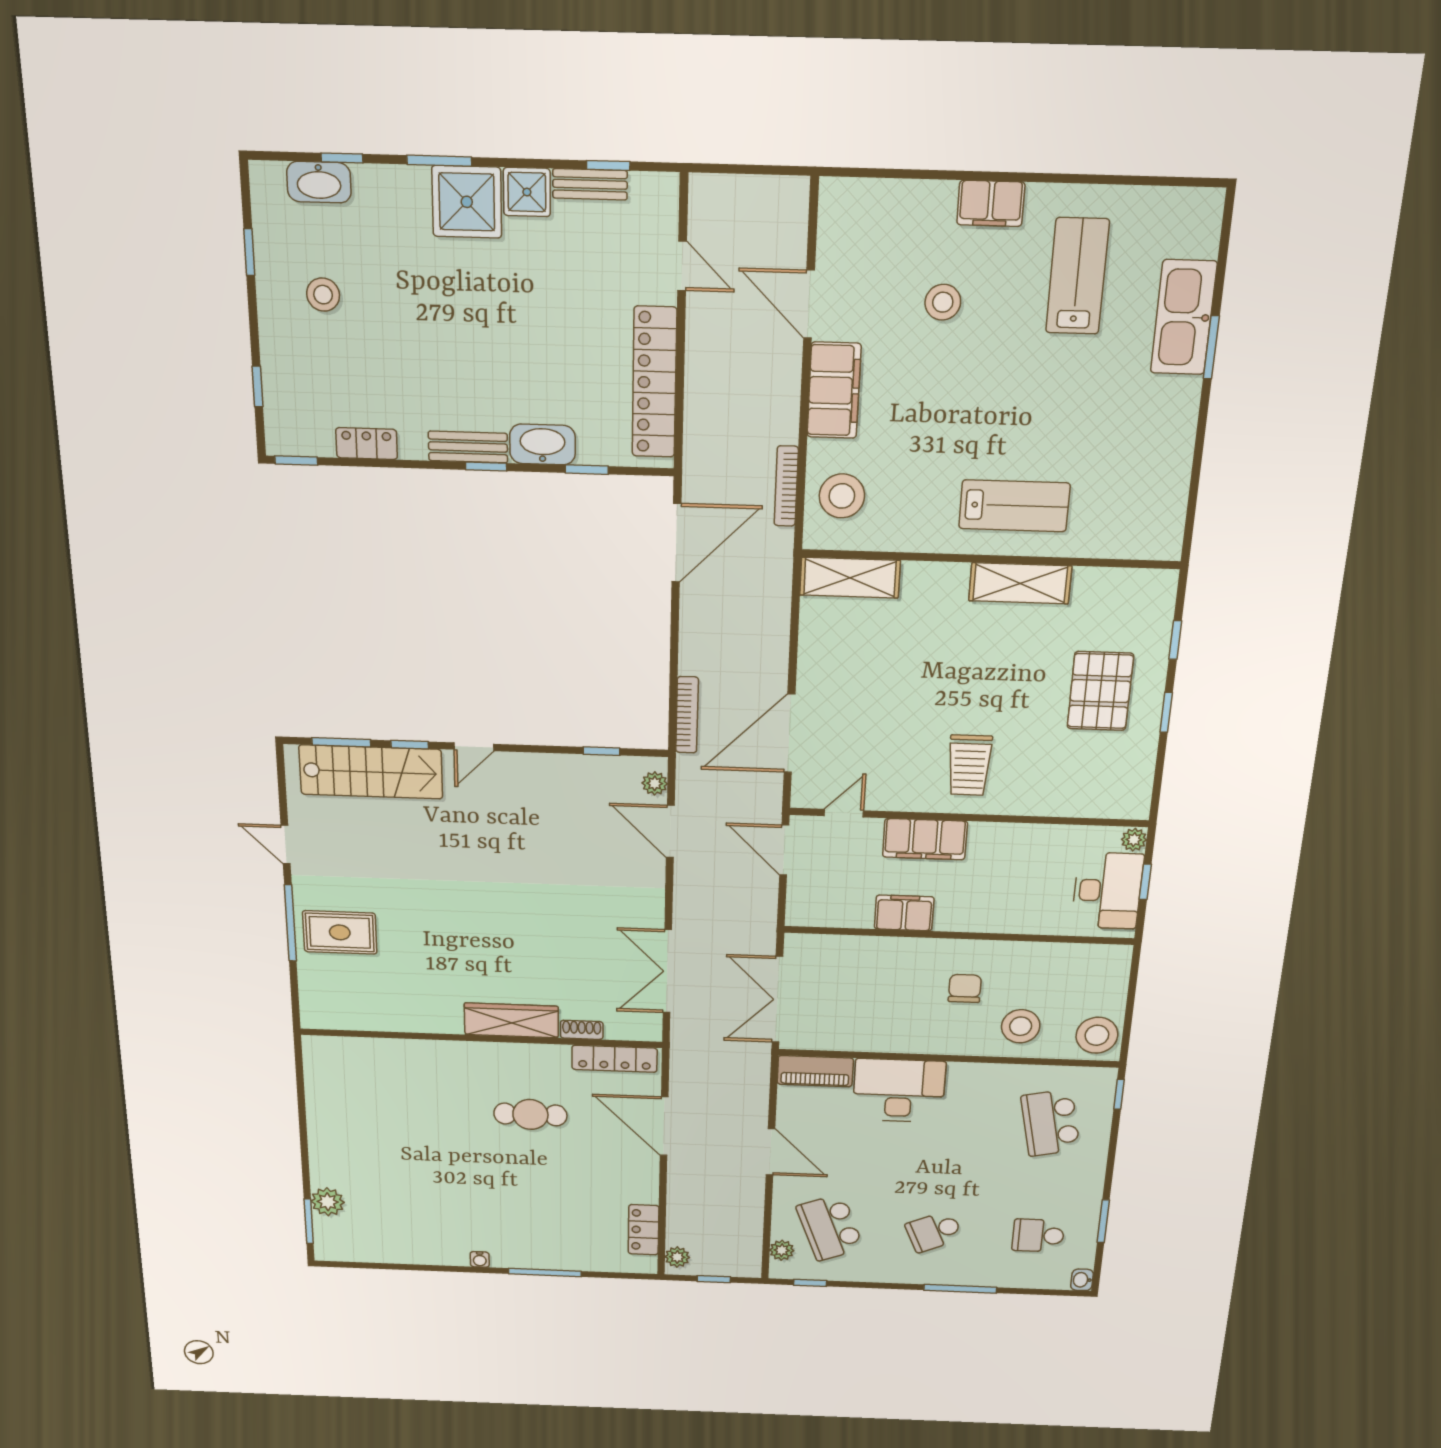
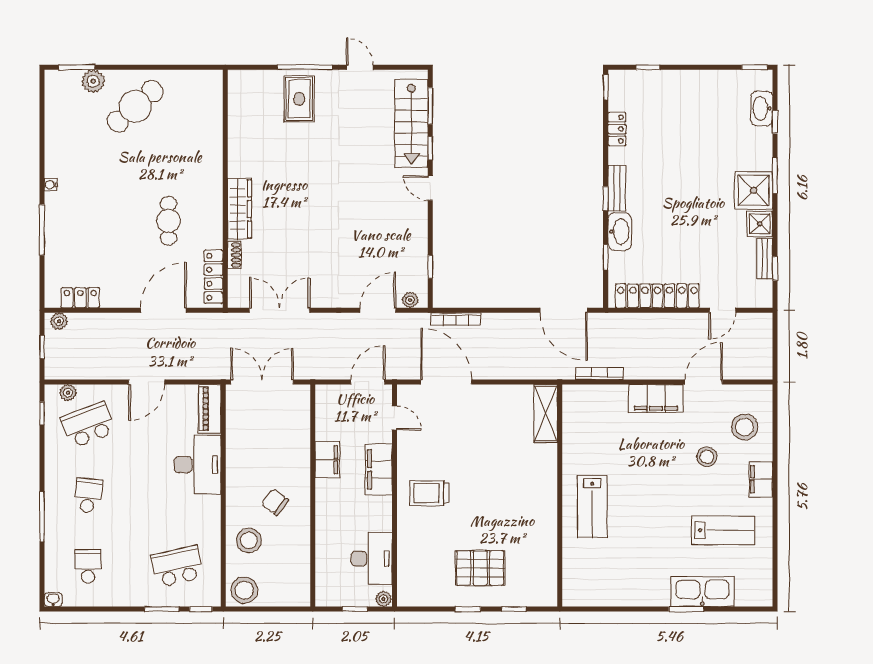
window: (249, 252) -> (755, 67), moved
stool: (323, 295) -> (701, 108), removed
stool: (842, 496) -> (745, 427), moved
shelving: (1020, 583) -> (546, 514), removed
door: (286, 844) -> (360, 67), hinge flipped
desk: (1107, 891) -> (372, 559), moved, turned -90
chair: (965, 988) -> (275, 502), turned -142
cafe table: (362, 1151) -> (135, 106), added
window: (1103, 1221) -> (162, 609), moved
school desk: (934, 1231) -> (88, 496), turned 30

